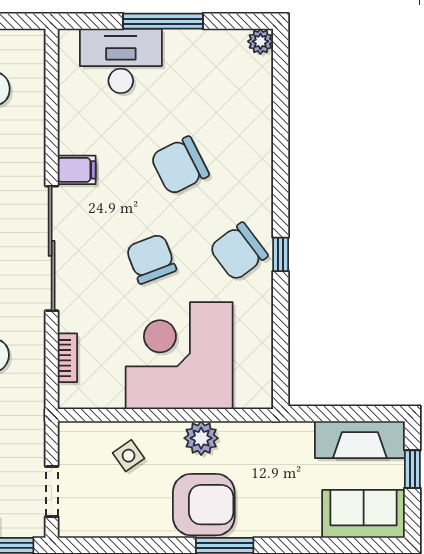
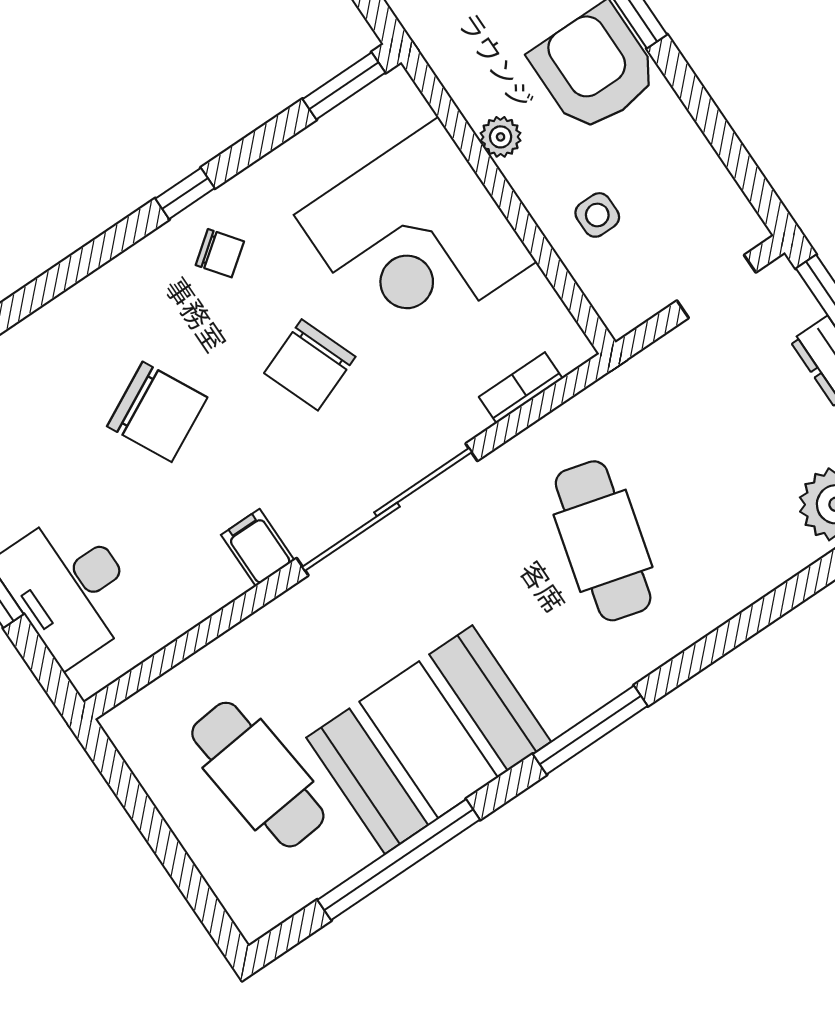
chair: (238, 252) -> (220, 253), width x0.54, depth x0.54
window: (281, 372) -> (344, 86), added
plant: (201, 438) -> (501, 137), width x0.73, depth x0.73
side table: (129, 456) -> (597, 215), turned 35

